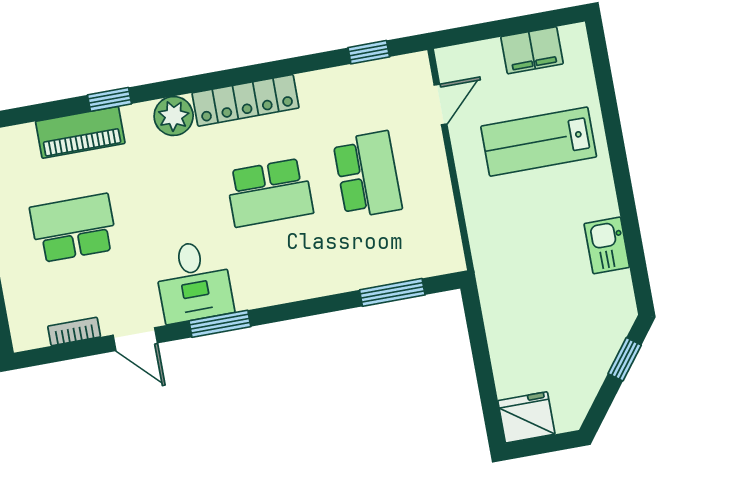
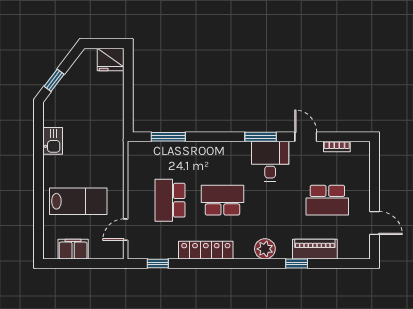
locker: (246, 100) -> (206, 250), moved

